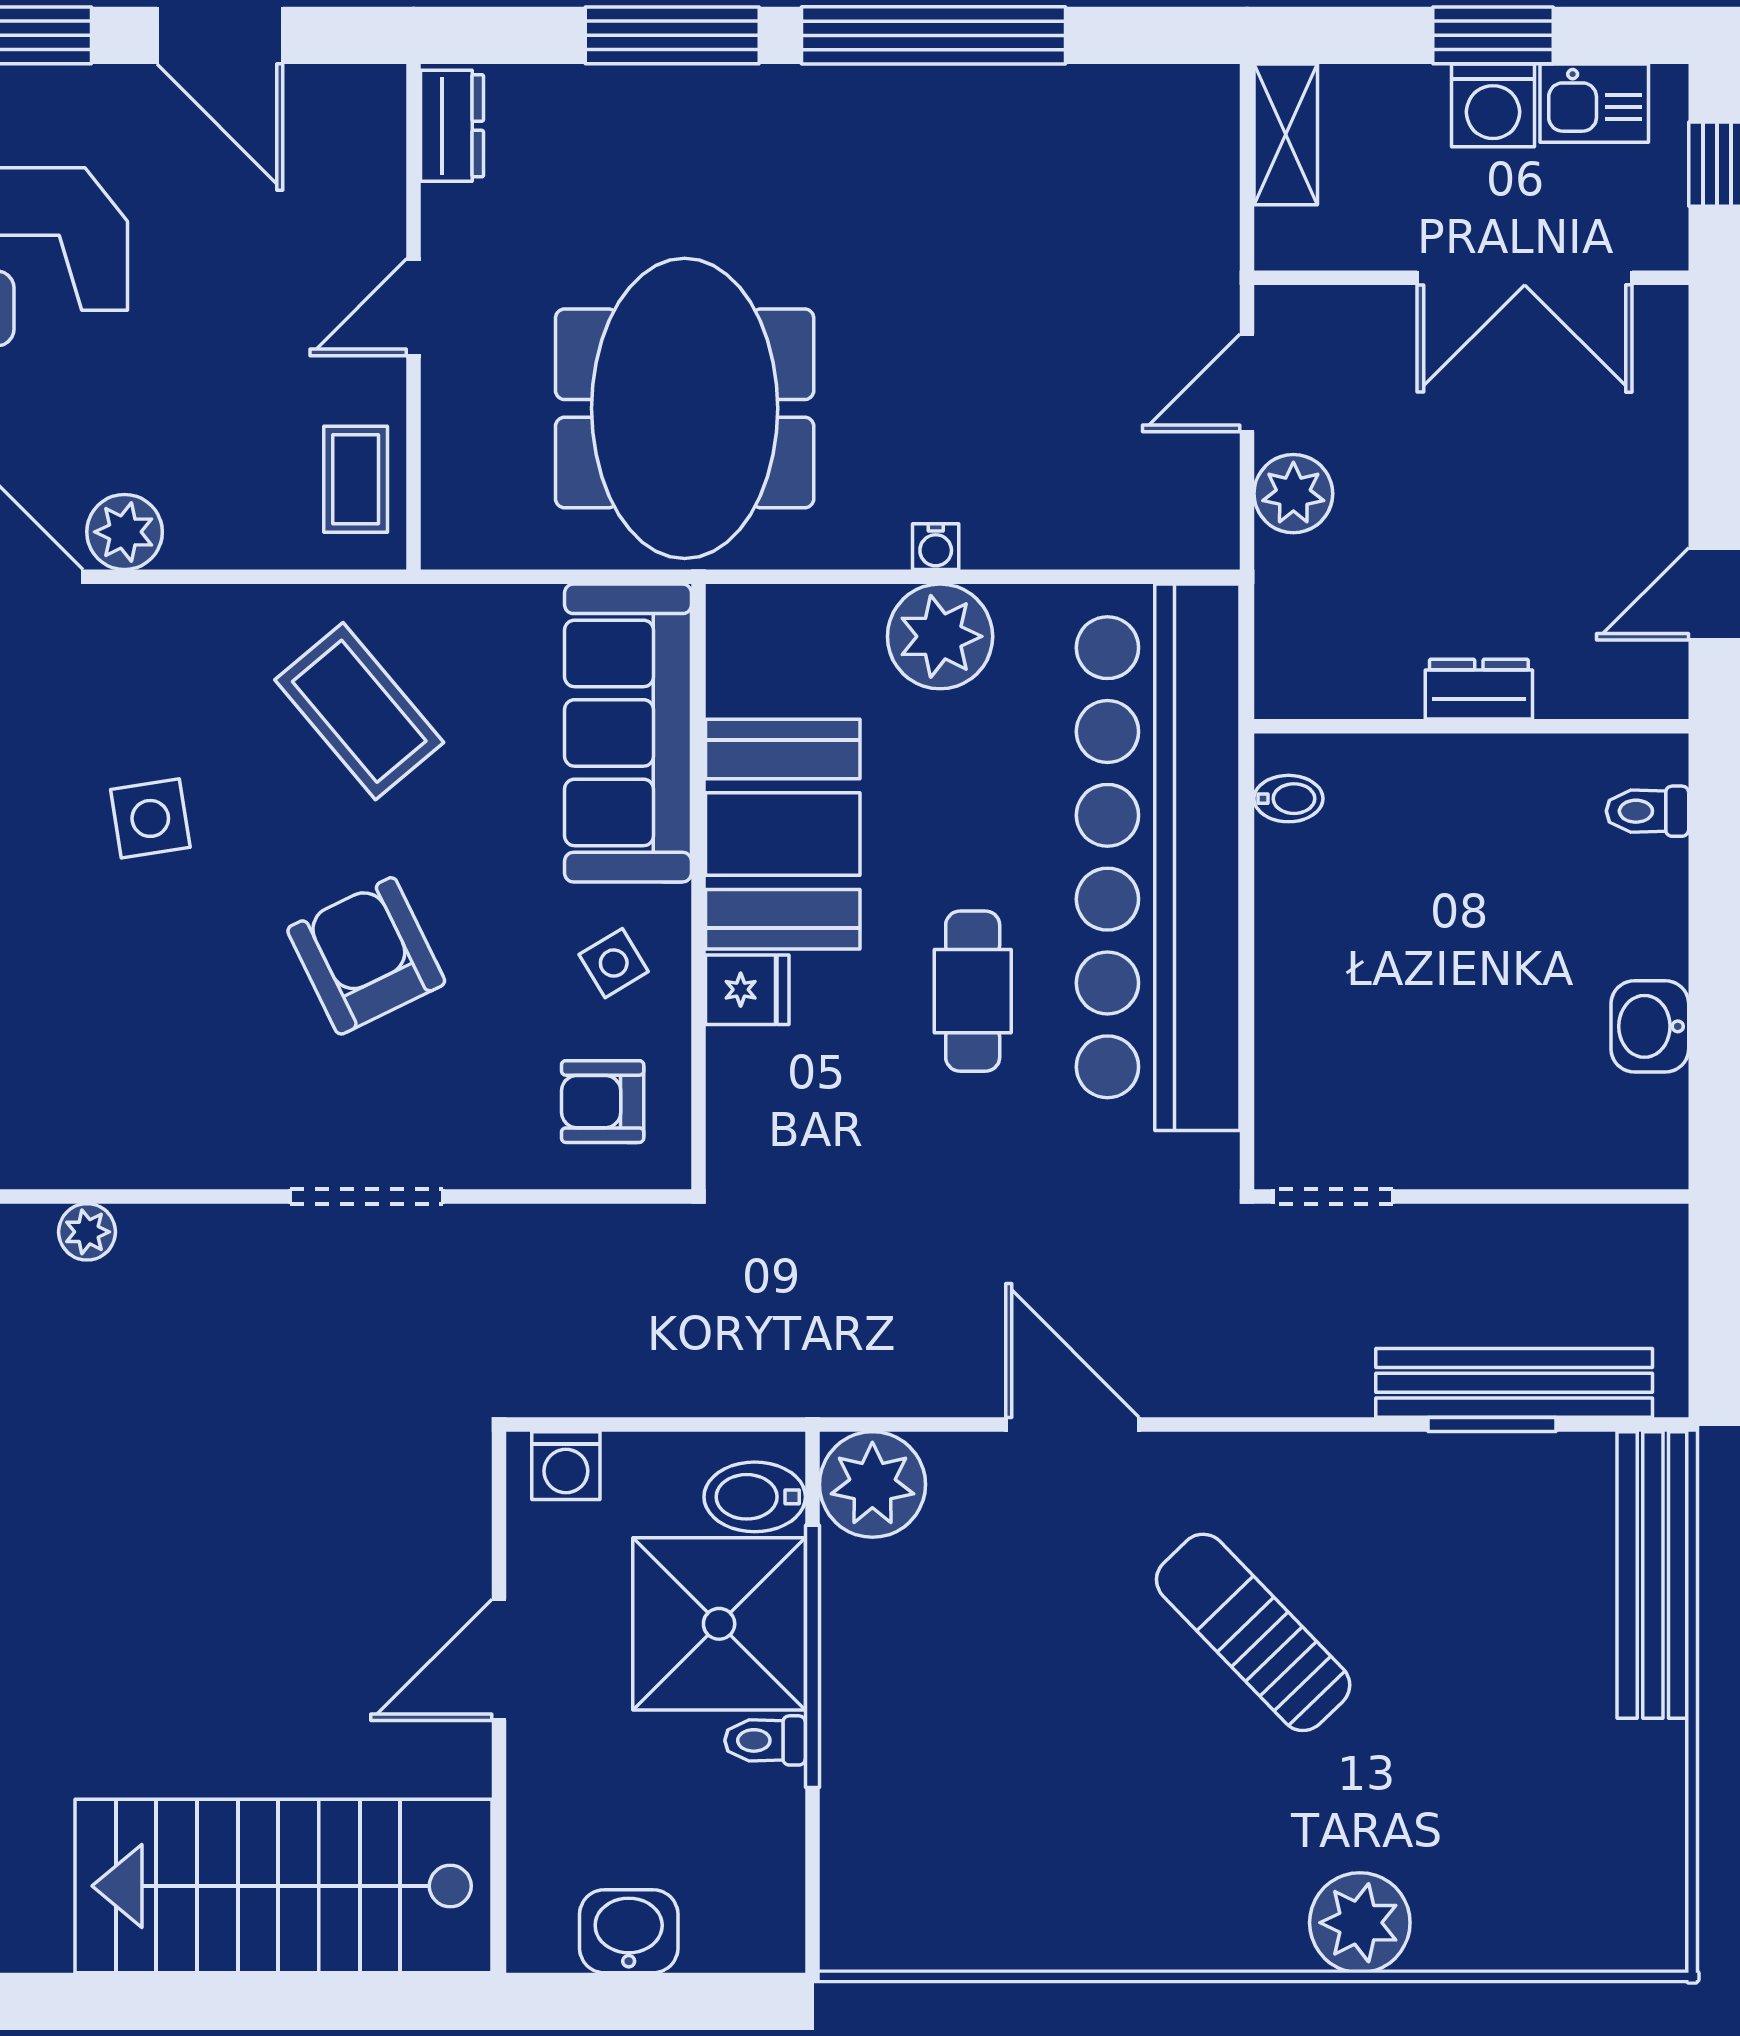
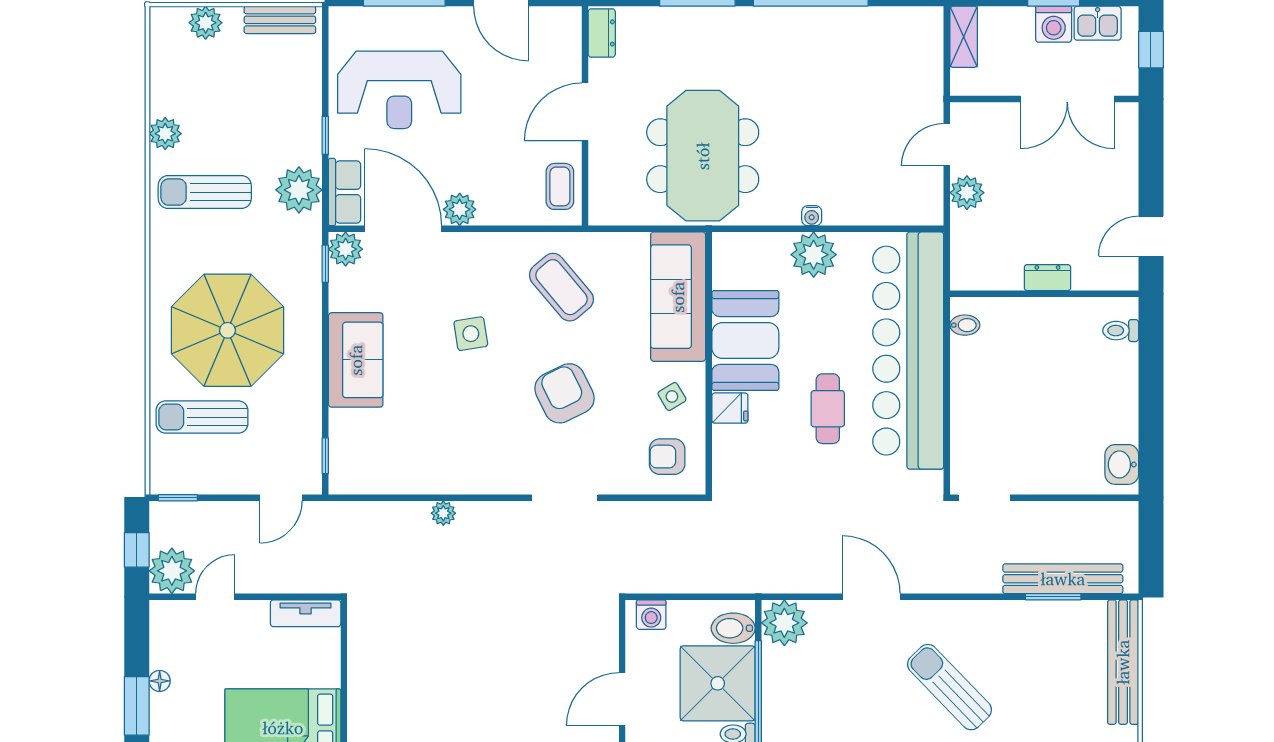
door: (414, 307) -> (585, 112), width x1.38
washbasin: (1650, 1026) -> (1122, 464), moved

